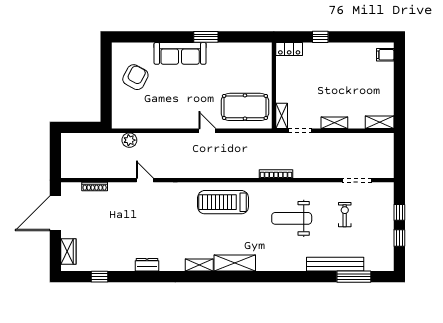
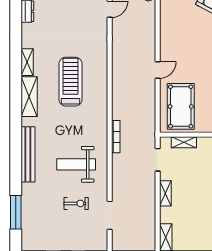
shelving: (282, 116) -> (184, 142), moved
treadmill: (223, 202) -> (71, 82), moved
weight bench: (292, 218) -> (76, 164), moved, turned -90
bench: (335, 264) -> (28, 154), moved

